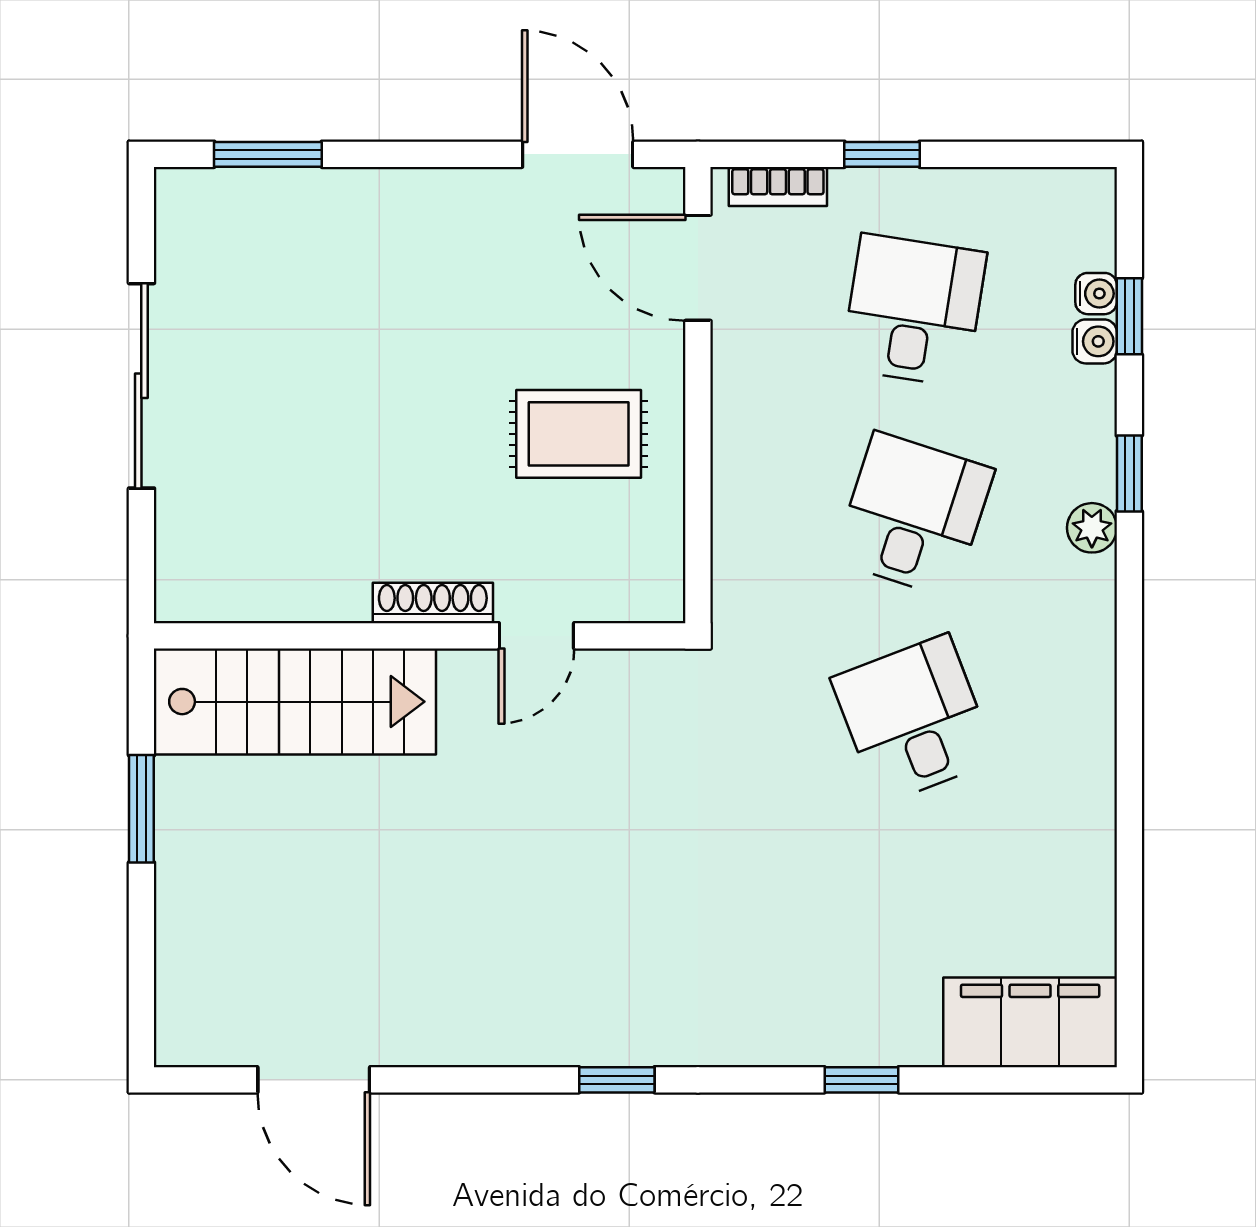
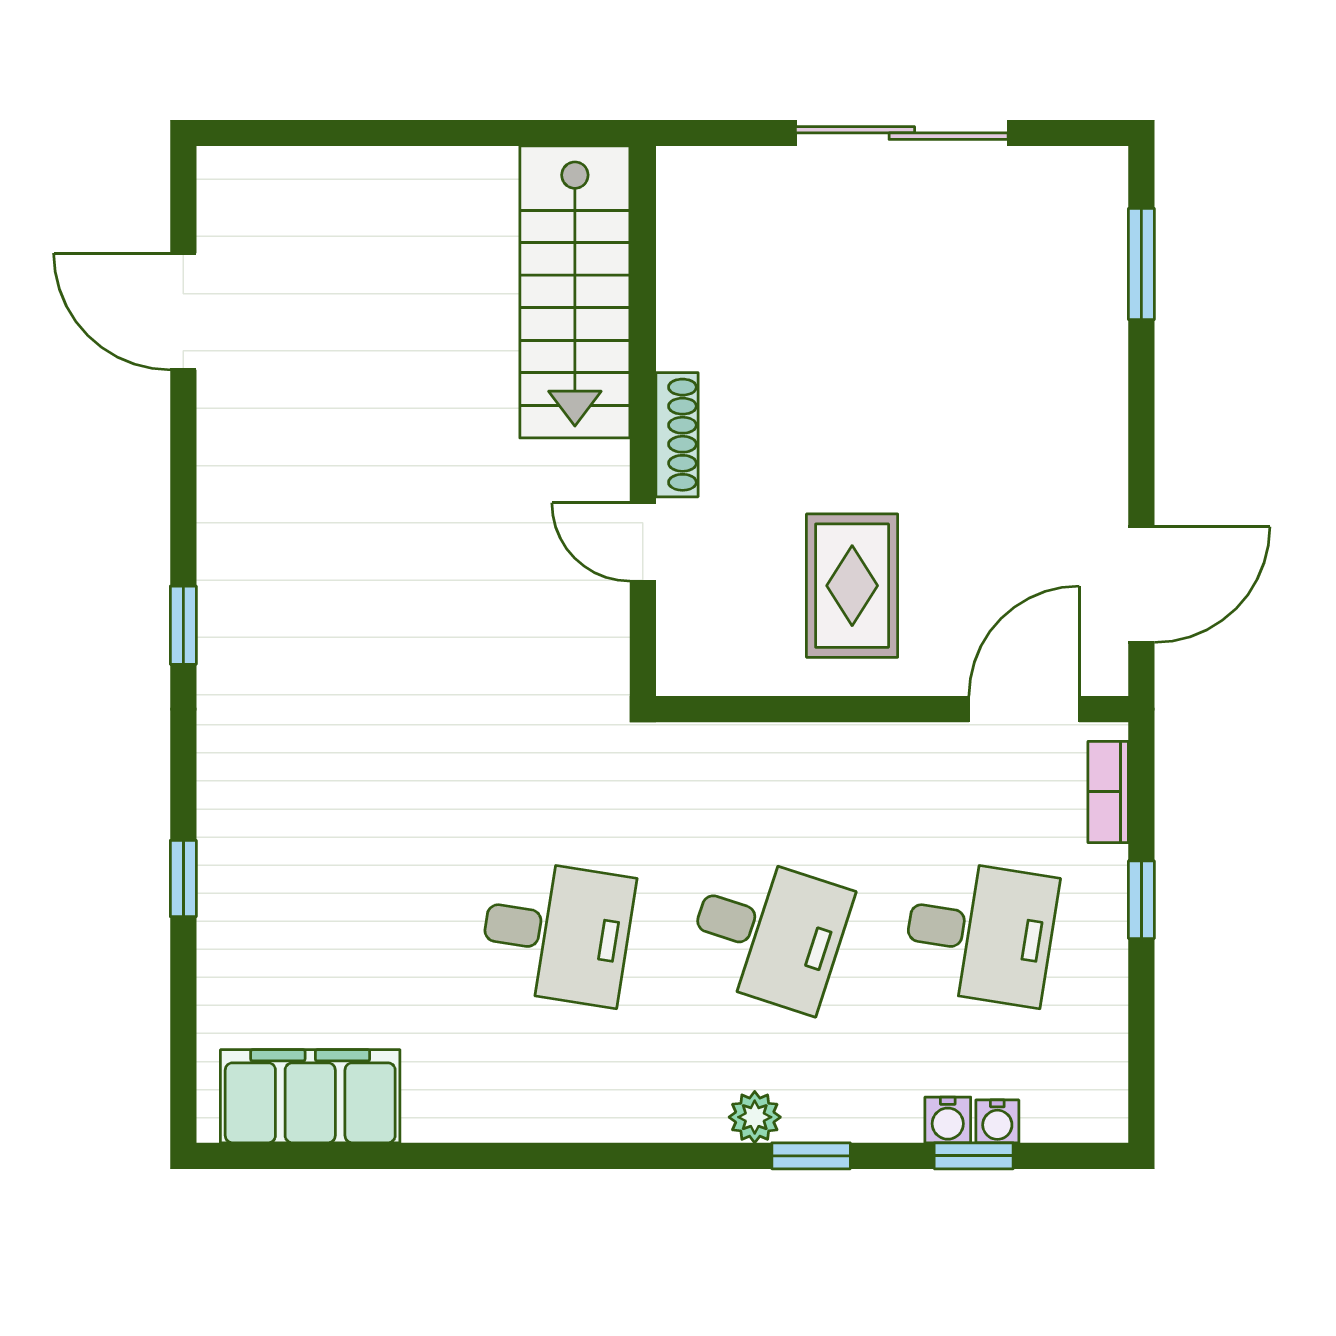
desk: (914, 719) -> (557, 932), turned 30
window: (141, 809) -> (464, 133), removed
filing cabinet: (1030, 1022) -> (310, 1096), moved, turned -90
door: (314, 1080) -> (183, 311), hinge flipped

